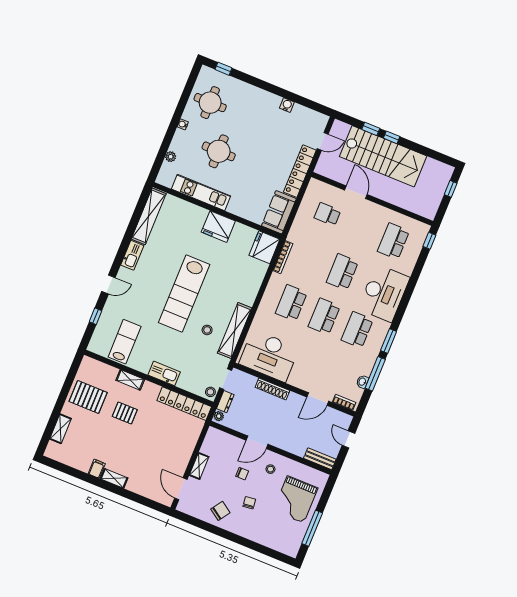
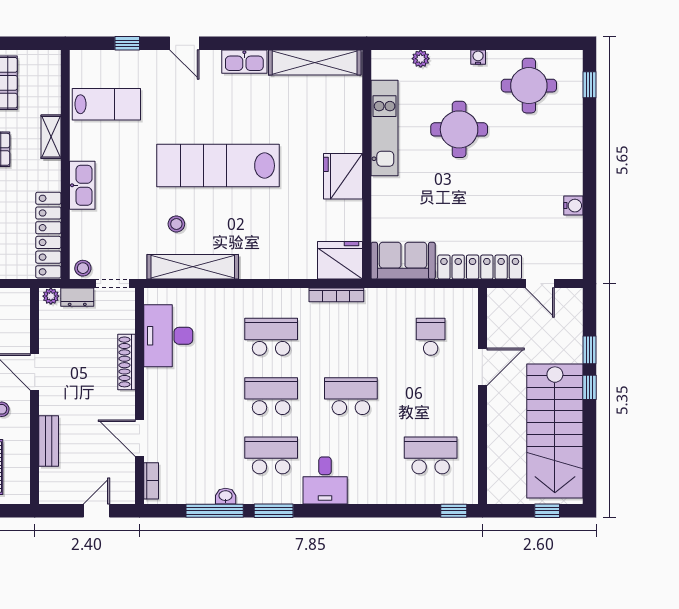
stairs: (383, 156) -> (555, 431), moved
desk: (384, 293) -> (325, 481), width x0.53, depth x0.77
desk: (269, 356) -> (168, 336), width x0.73, depth x0.77
washbasin: (362, 382) -> (226, 496), moved
bench: (320, 459) -> (49, 441), moved

